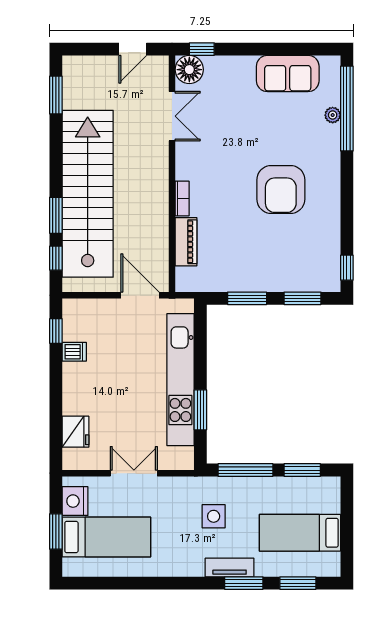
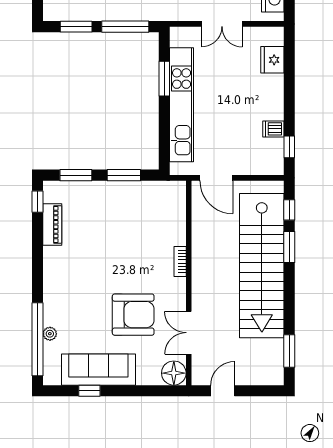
window: (202, 49) -> (89, 391), moved
sofa: (288, 74) -> (98, 370), width x1.36
armchair: (281, 189) -> (133, 315), moved, turned 90
piano: (186, 242) -> (52, 225), moved, turned 180

